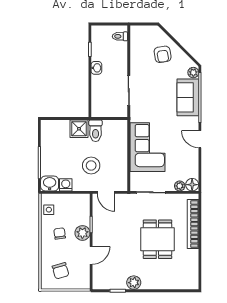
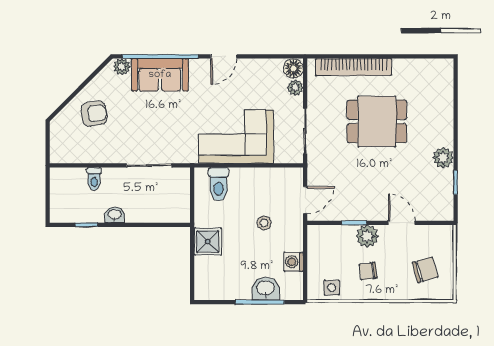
toilet: (120, 36) -> (94, 179), moved
toilet: (96, 131) -> (219, 184), moved, turned 90
stool: (91, 165) -> (264, 223), width x0.53, depth x0.53
washbasin: (50, 183) -> (266, 289), moved, turned 90

